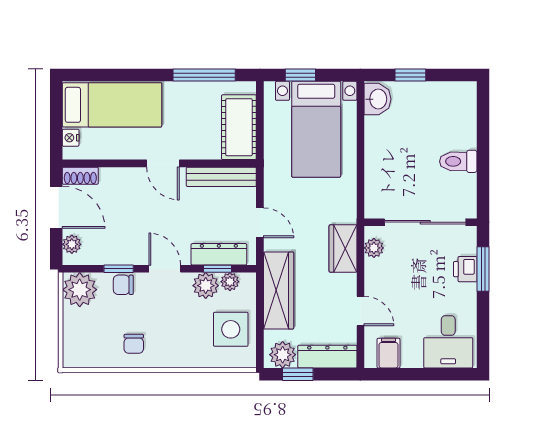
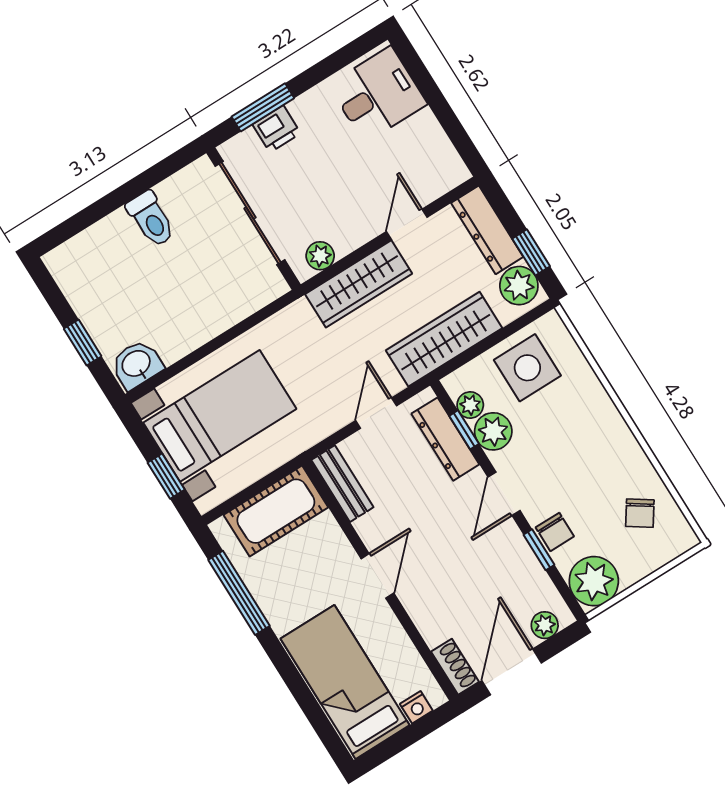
bench: (221, 177) -> (342, 484), width x0.73
wardrobe: (343, 248) -> (359, 284), width x1.50
chair: (134, 344) -> (640, 513), moved, turned 124
filing cabinet: (388, 353) -> (437, 158), removed

